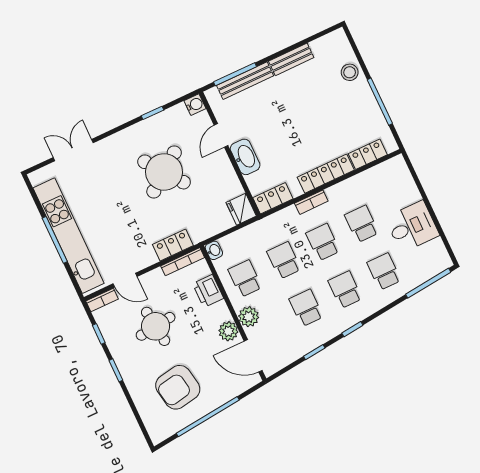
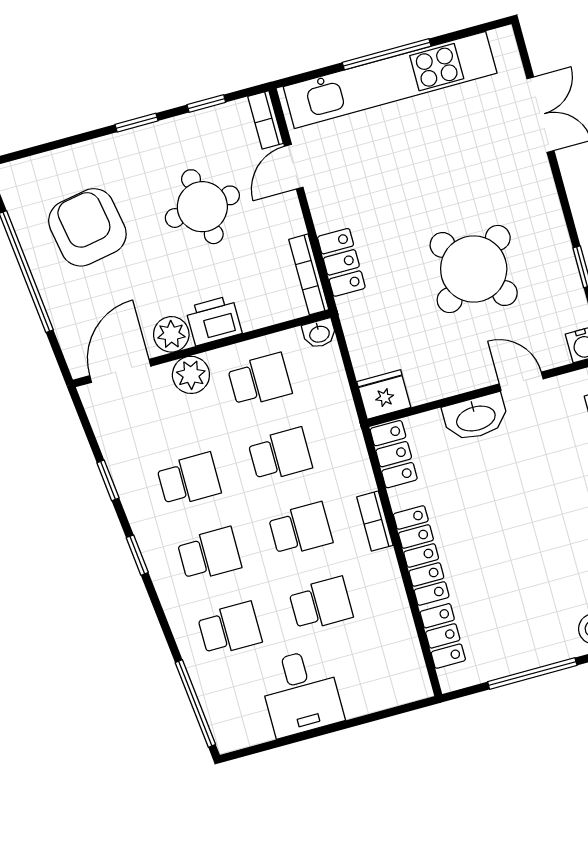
printer: (208, 291) -> (214, 320), moved

